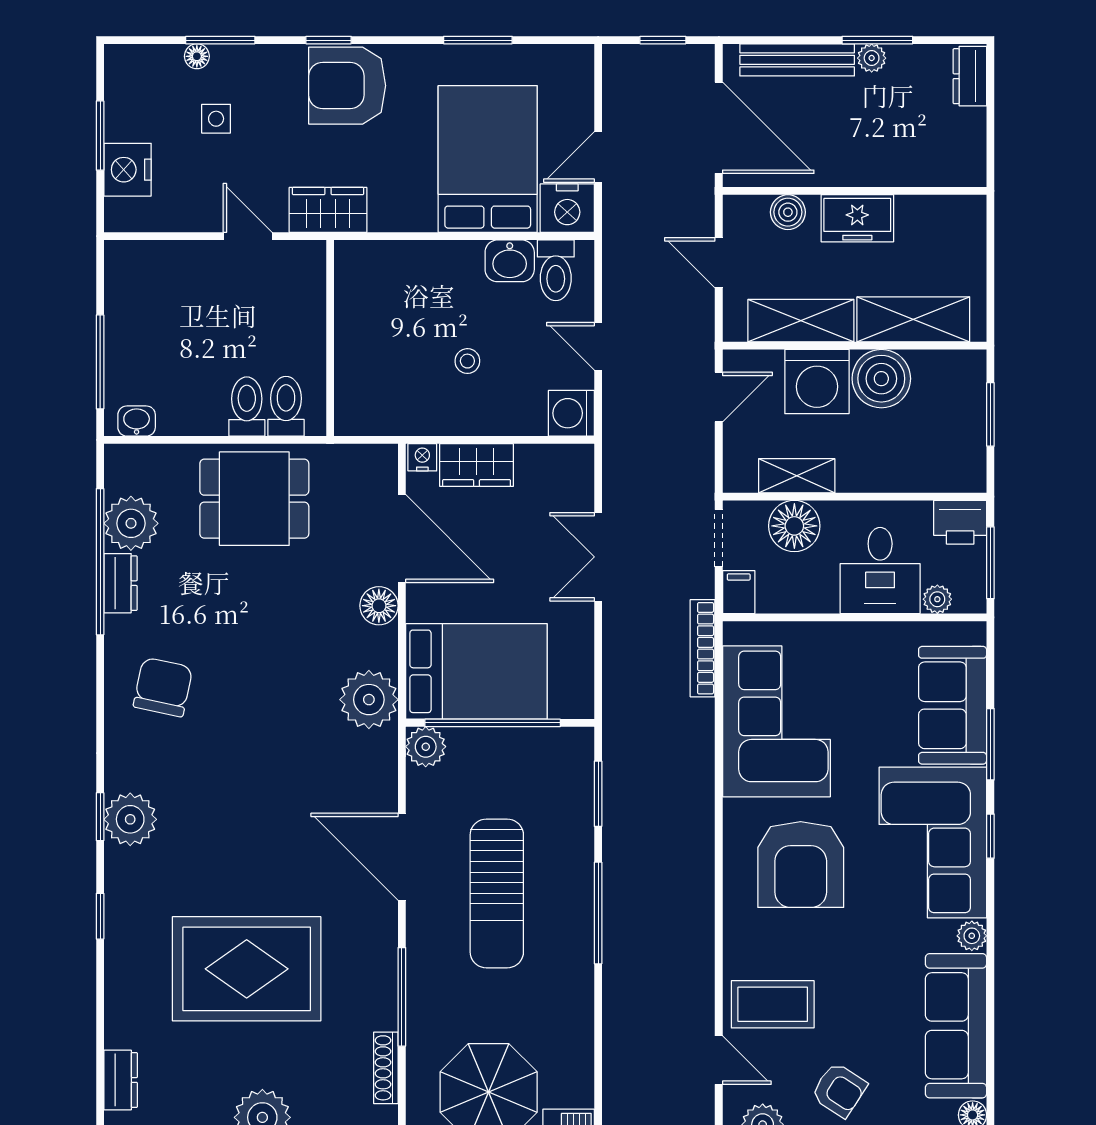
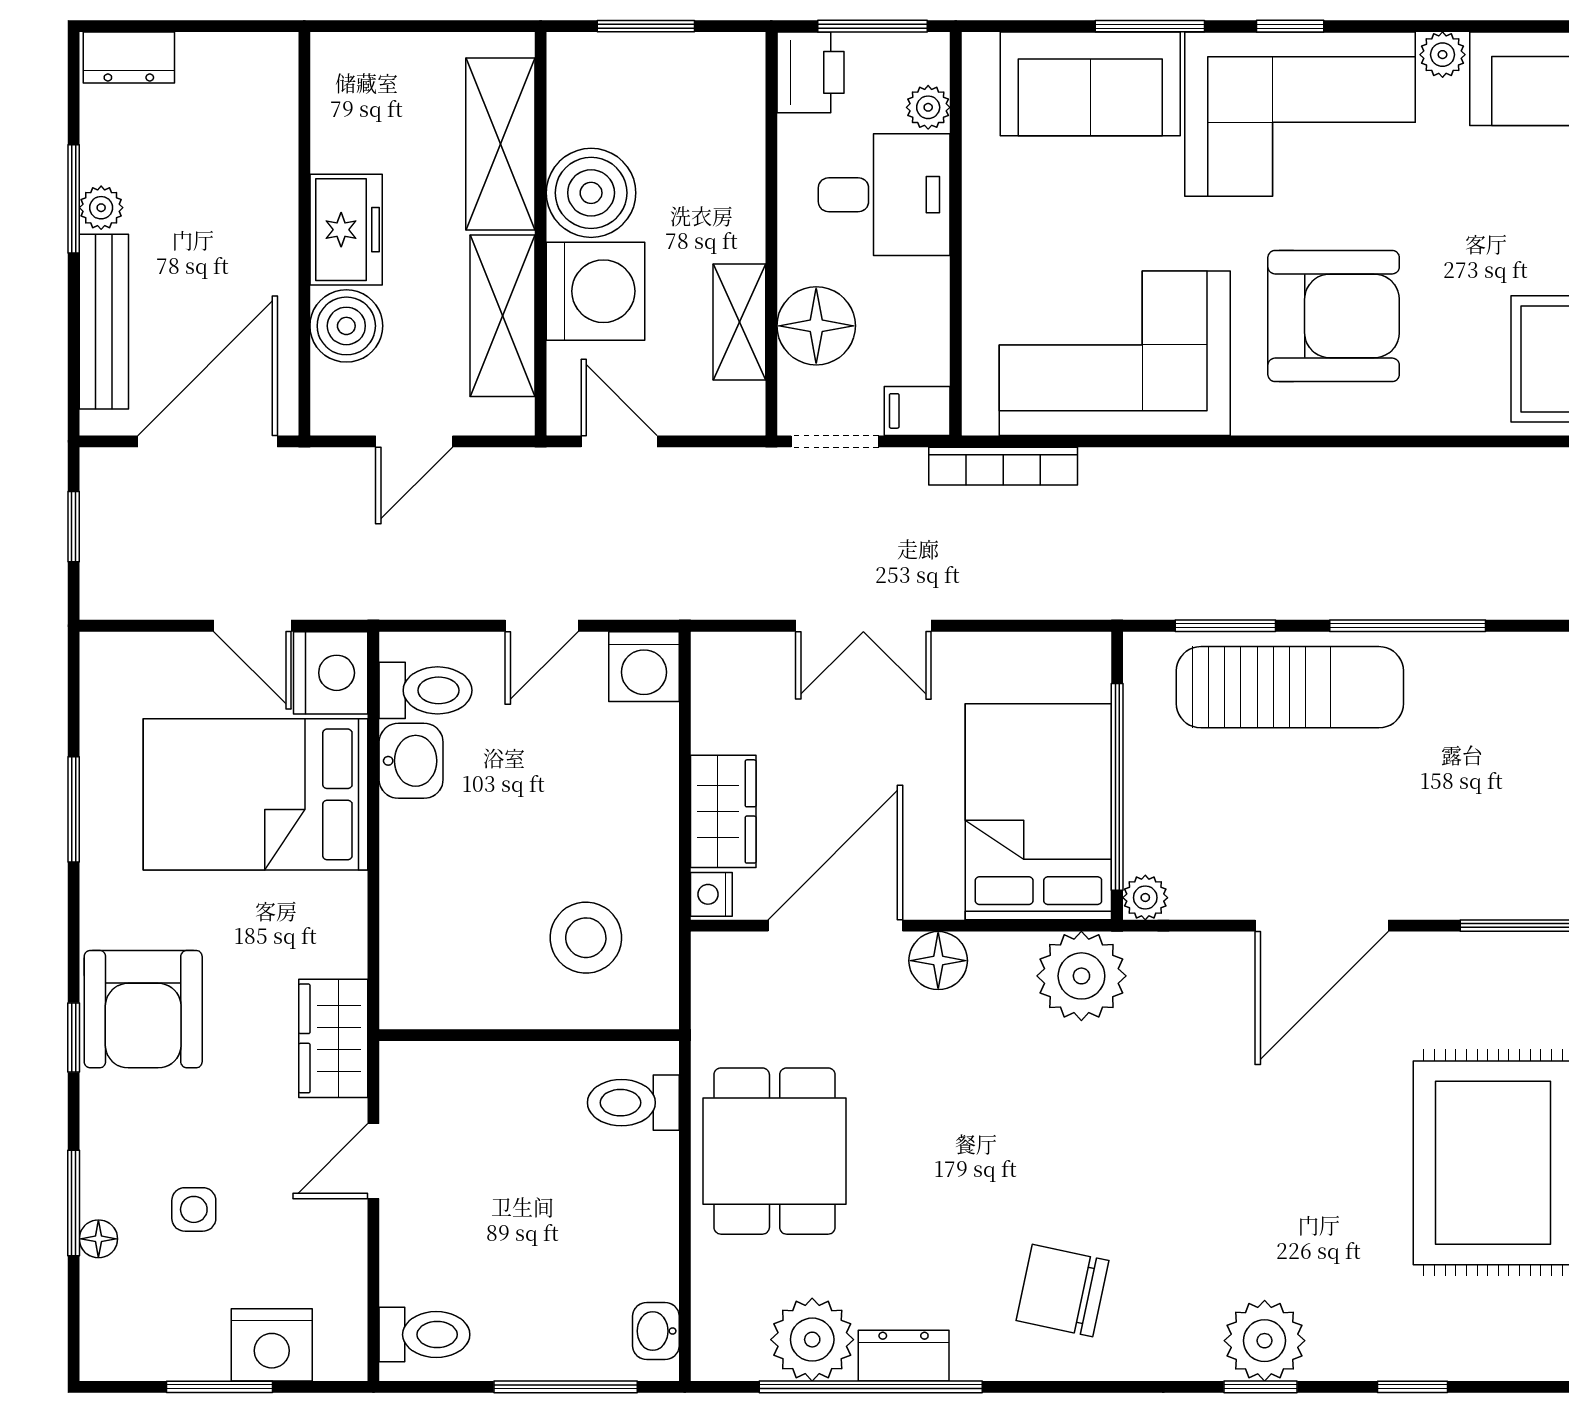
boiler: (788, 212) -> (346, 326), width x1.36, depth x1.36
stool: (467, 361) -> (586, 938), moved, width x1.89, depth x1.89
toilet: (247, 407) -> (424, 1335), moved, turned 180
plant: (426, 747) -> (1145, 898), width x0.73, depth x0.73
sun lounger: (497, 893) -> (1290, 687), moved

